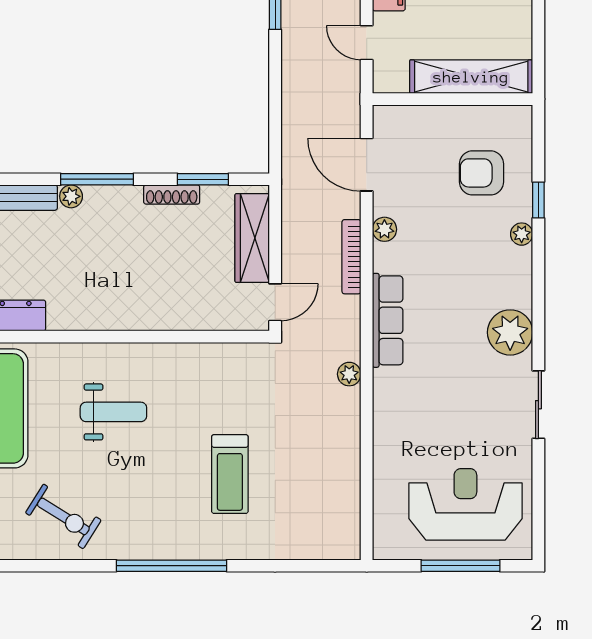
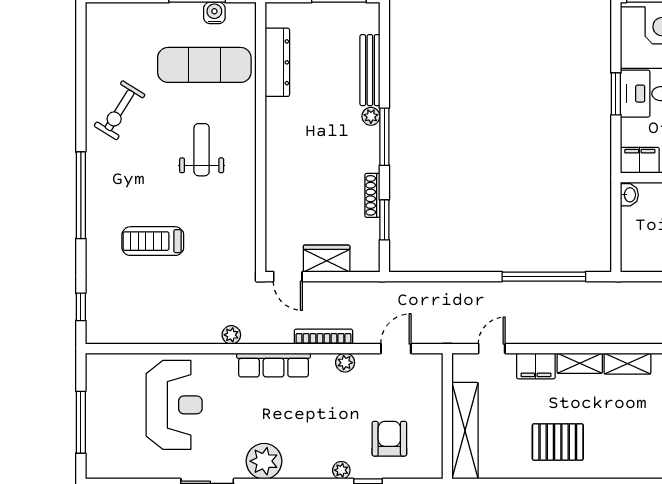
door: (367, 165) -> (396, 349), width x0.73
wardrobe: (252, 238) -> (327, 259), width x0.67
weight bench: (113, 412) -> (202, 150), turned 180
reception desk: (465, 504) -> (174, 405), moved
window: (314, 566) -> (81, 307), added

